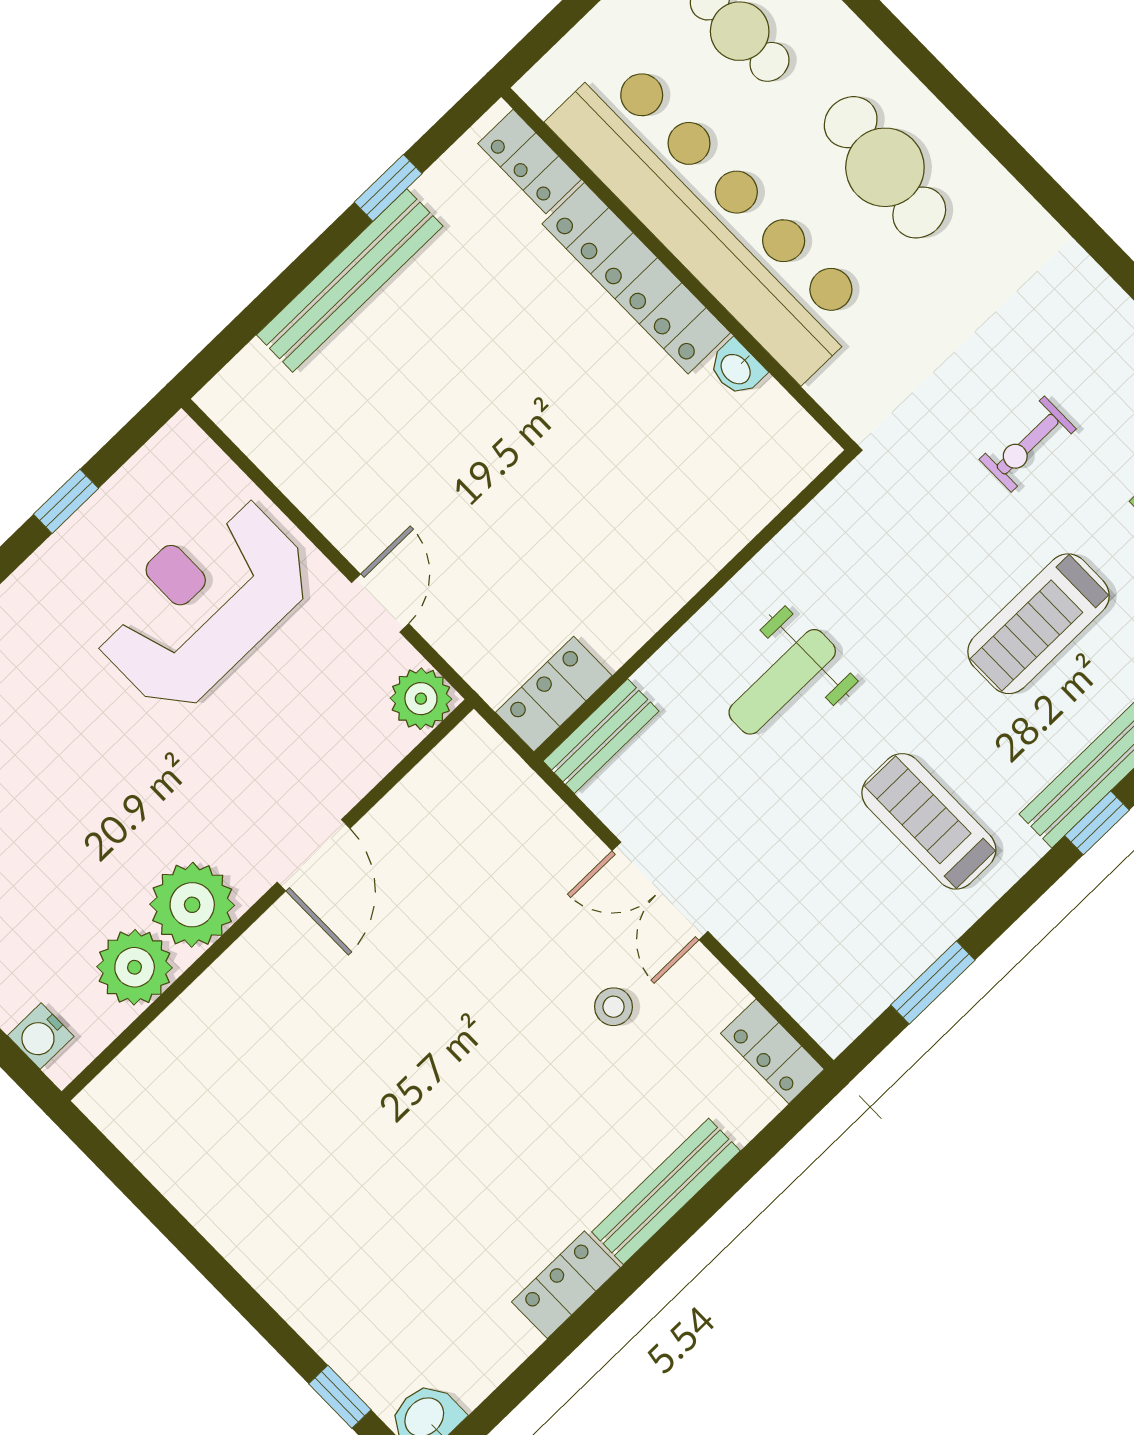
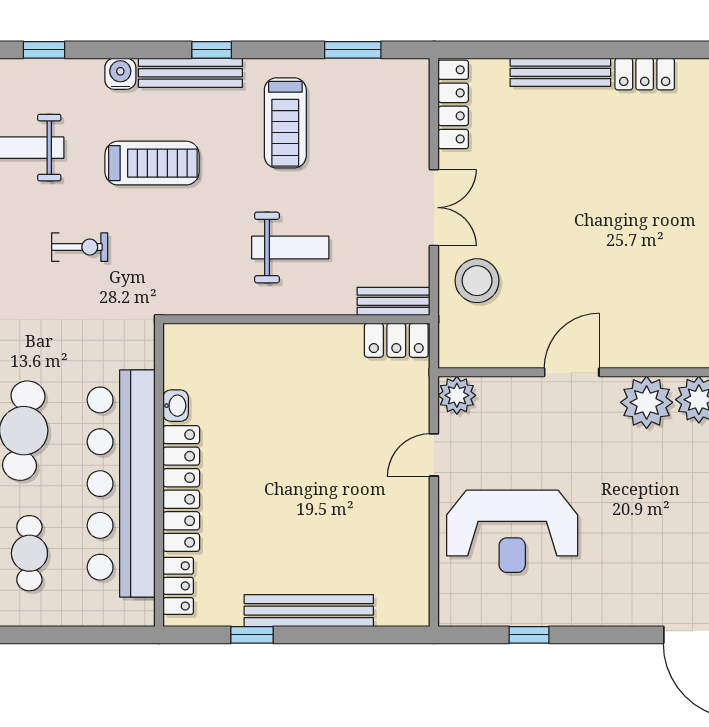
stool: (614, 1007) -> (477, 281), moved, width x1.89, depth x1.89
locker: (772, 1051) -> (453, 104), width x1.53

